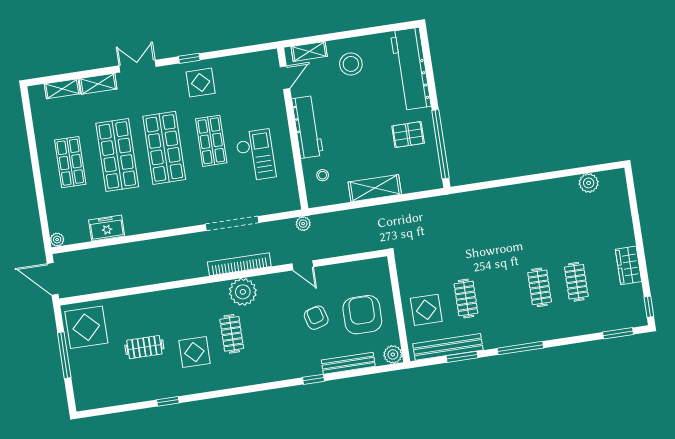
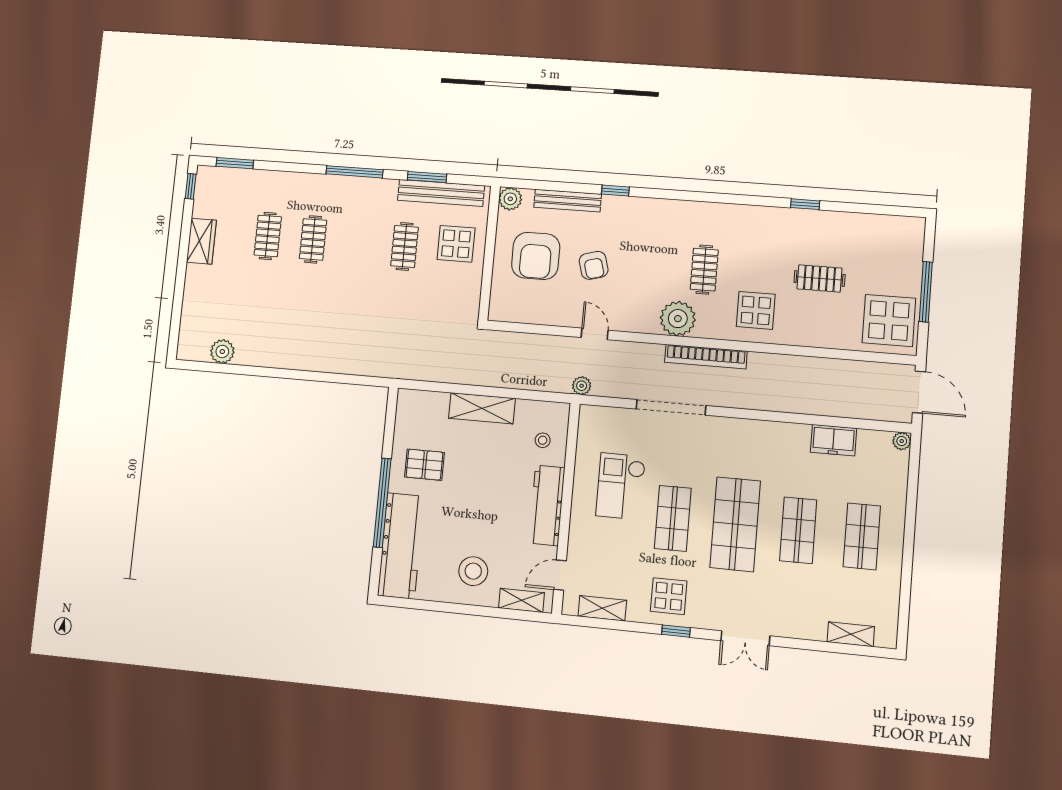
shelving: (98, 84) -> (602, 608), moved
window: (440, 144) -> (382, 503), moved
shop shelf: (117, 155) -> (798, 530), width x0.70, depth x0.74
bookcase: (239, 264) -> (706, 357), moved
display table: (194, 352) -> (756, 310), moved

